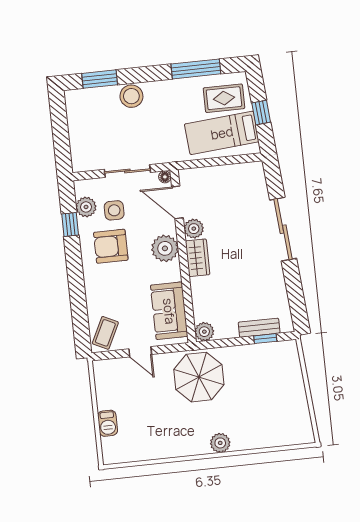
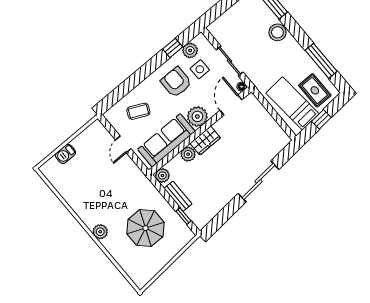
plant: (194, 229) -> (188, 154), moved
sofa: (169, 311) -> (166, 140), width x1.36
bench: (259, 328) -> (178, 196), moved
coffee table: (105, 333) -> (138, 111), moved
parasol: (199, 377) -> (145, 228), moved

